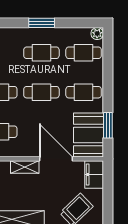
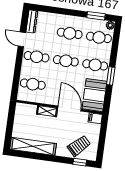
window: (42, 23) -> (96, 16), moved
window: (108, 125) -> (111, 76), moved
filing cabinet: (94, 175) -> (95, 118), width x0.50

